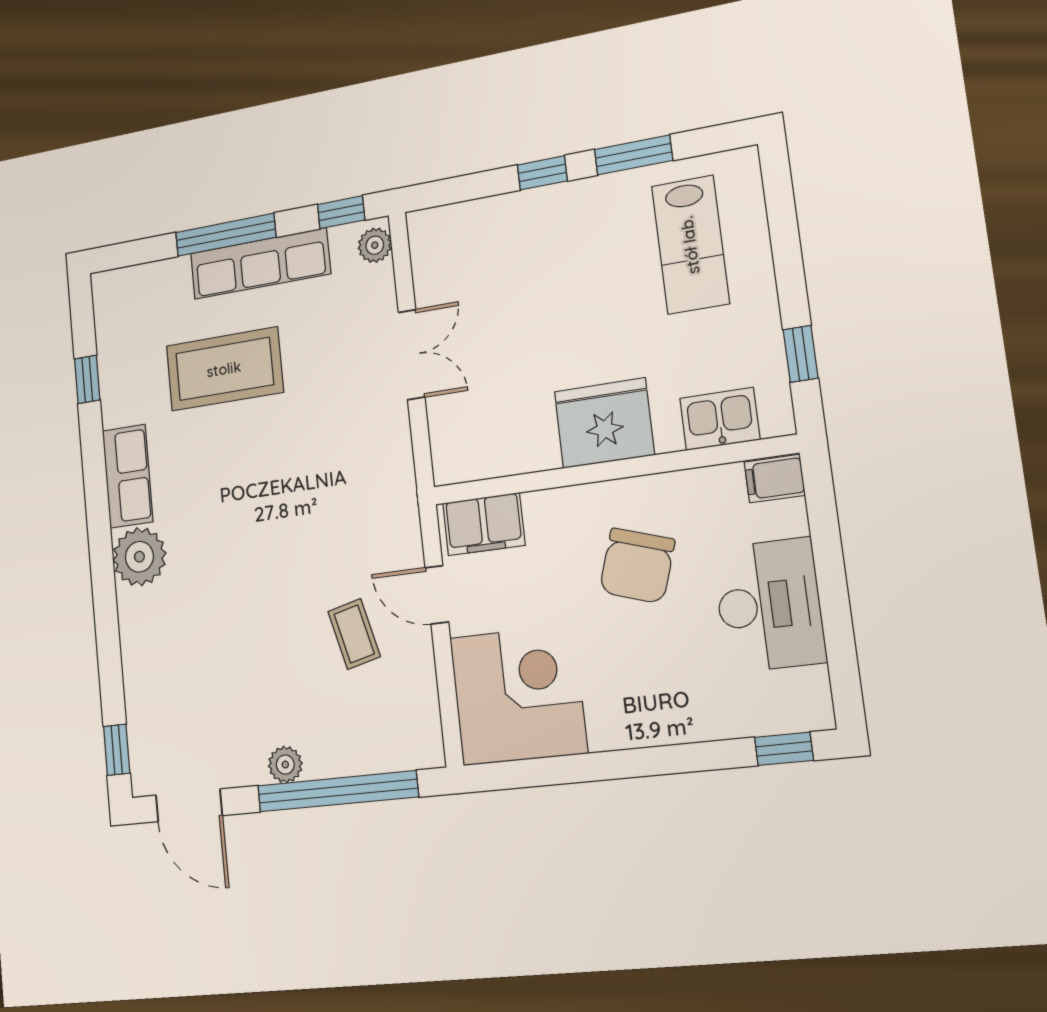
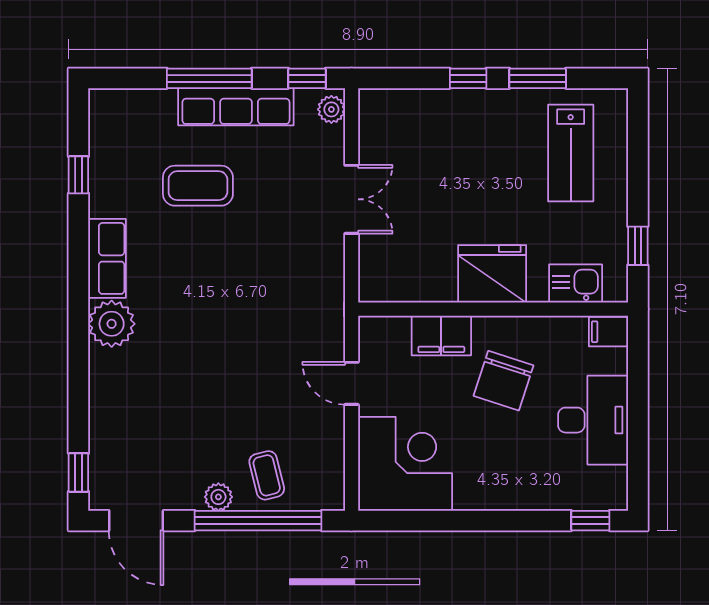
coffee table: (224, 369) -> (198, 186), width x0.73, depth x0.76
filing cabinet: (484, 524) -> (441, 336), moved
coffee table: (354, 634) -> (267, 475), moved

